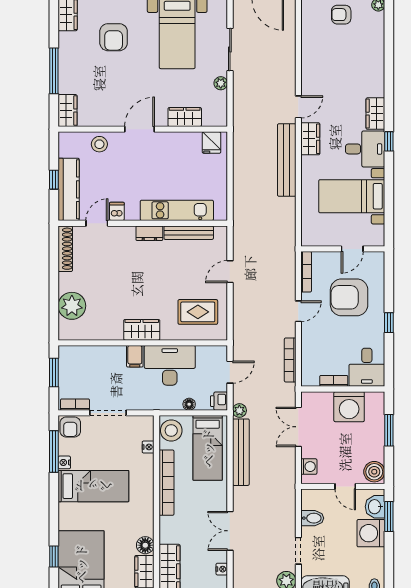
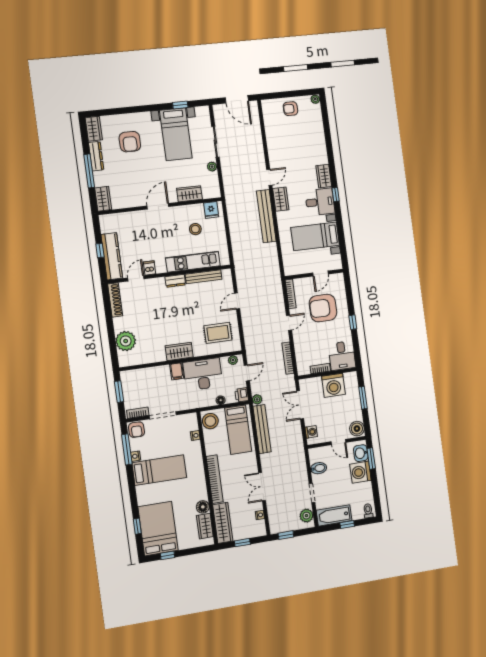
dresser: (66, 52) -> (96, 156), added
stool: (99, 144) -> (195, 229), moved
plant: (213, 352) -> (233, 360), added
bookcase: (166, 483) -> (215, 479), moved

